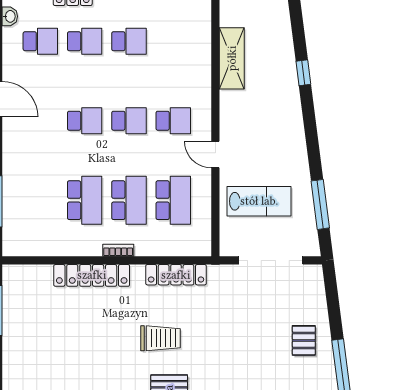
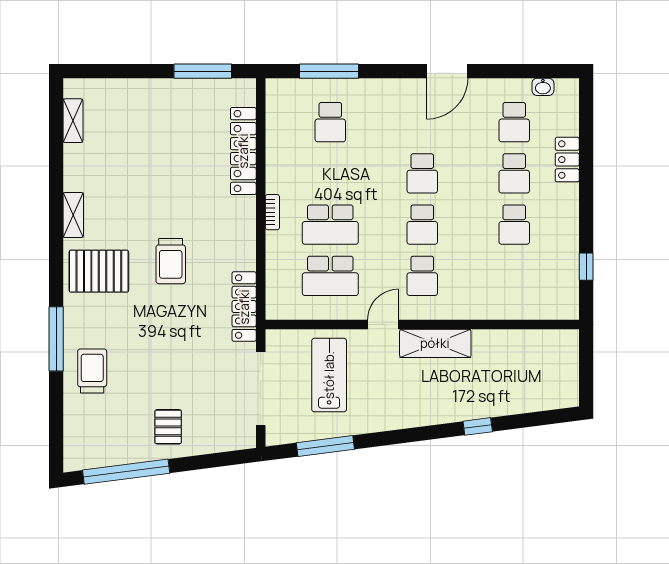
shelving: (232, 58) -> (435, 343), moved
school desk: (85, 200) -> (330, 122), moved, width x0.54
lab bench: (259, 201) -> (329, 375), turned 180
locker: (92, 275) -> (243, 151), moved
locker: (176, 275) -> (244, 307), moved
pallet: (304, 340) -> (168, 427), turned 90

